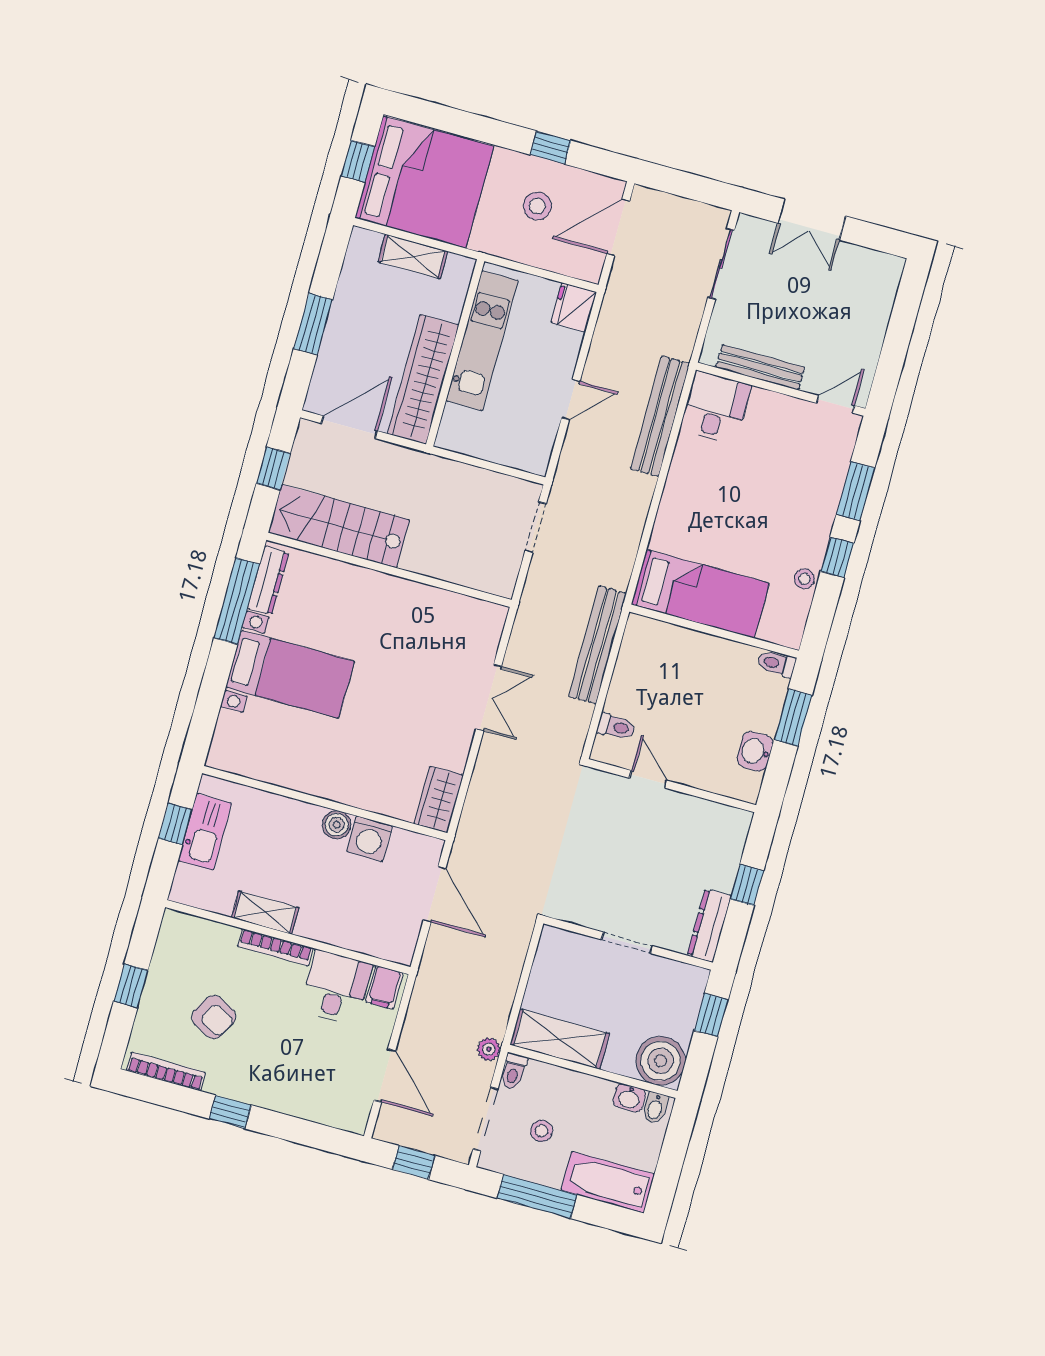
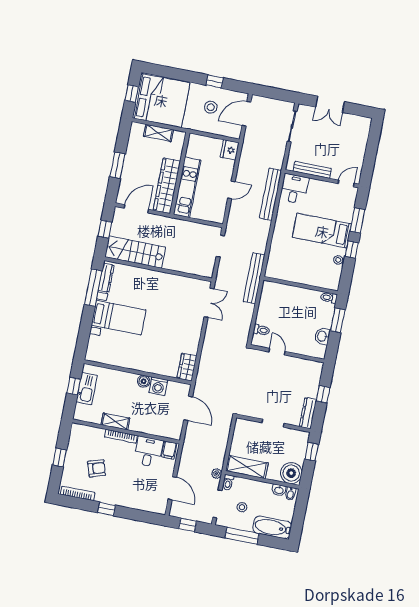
kitchen unit: (482, 341) -> (187, 187), moved
bed: (700, 594) -> (322, 231), moved, turned 180
bench: (597, 645) -> (254, 278), moved
double door: (489, 698) -> (209, 303), moved
armchair: (214, 1017) -> (97, 468), turned -47

